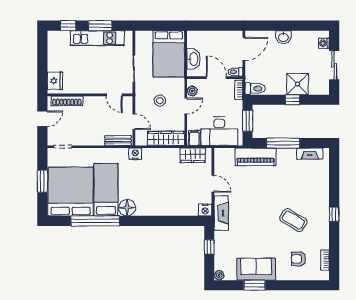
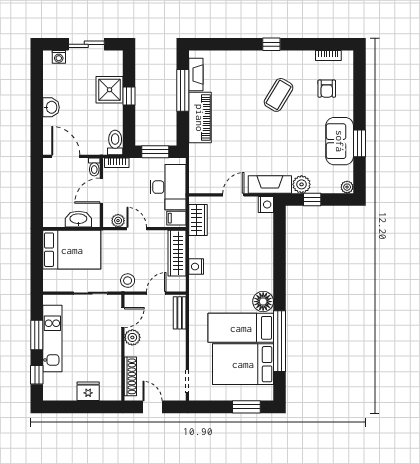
fridge: (55, 81) -> (88, 391), moved
stool: (160, 101) -> (128, 281), moved
plant: (98, 102) -> (132, 337), added
window: (283, 143) -> (183, 90), moved
nightstand: (135, 154) -> (196, 267), moved
piano: (256, 157) -> (200, 118), moved
window: (42, 181) -> (246, 407), moved
bed: (71, 192) -> (243, 364), width x0.73
plant: (221, 239) -> (302, 184), added

